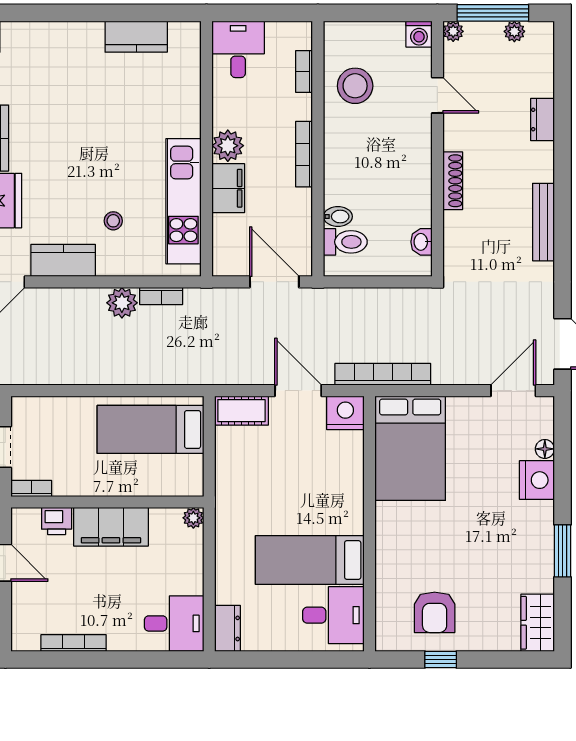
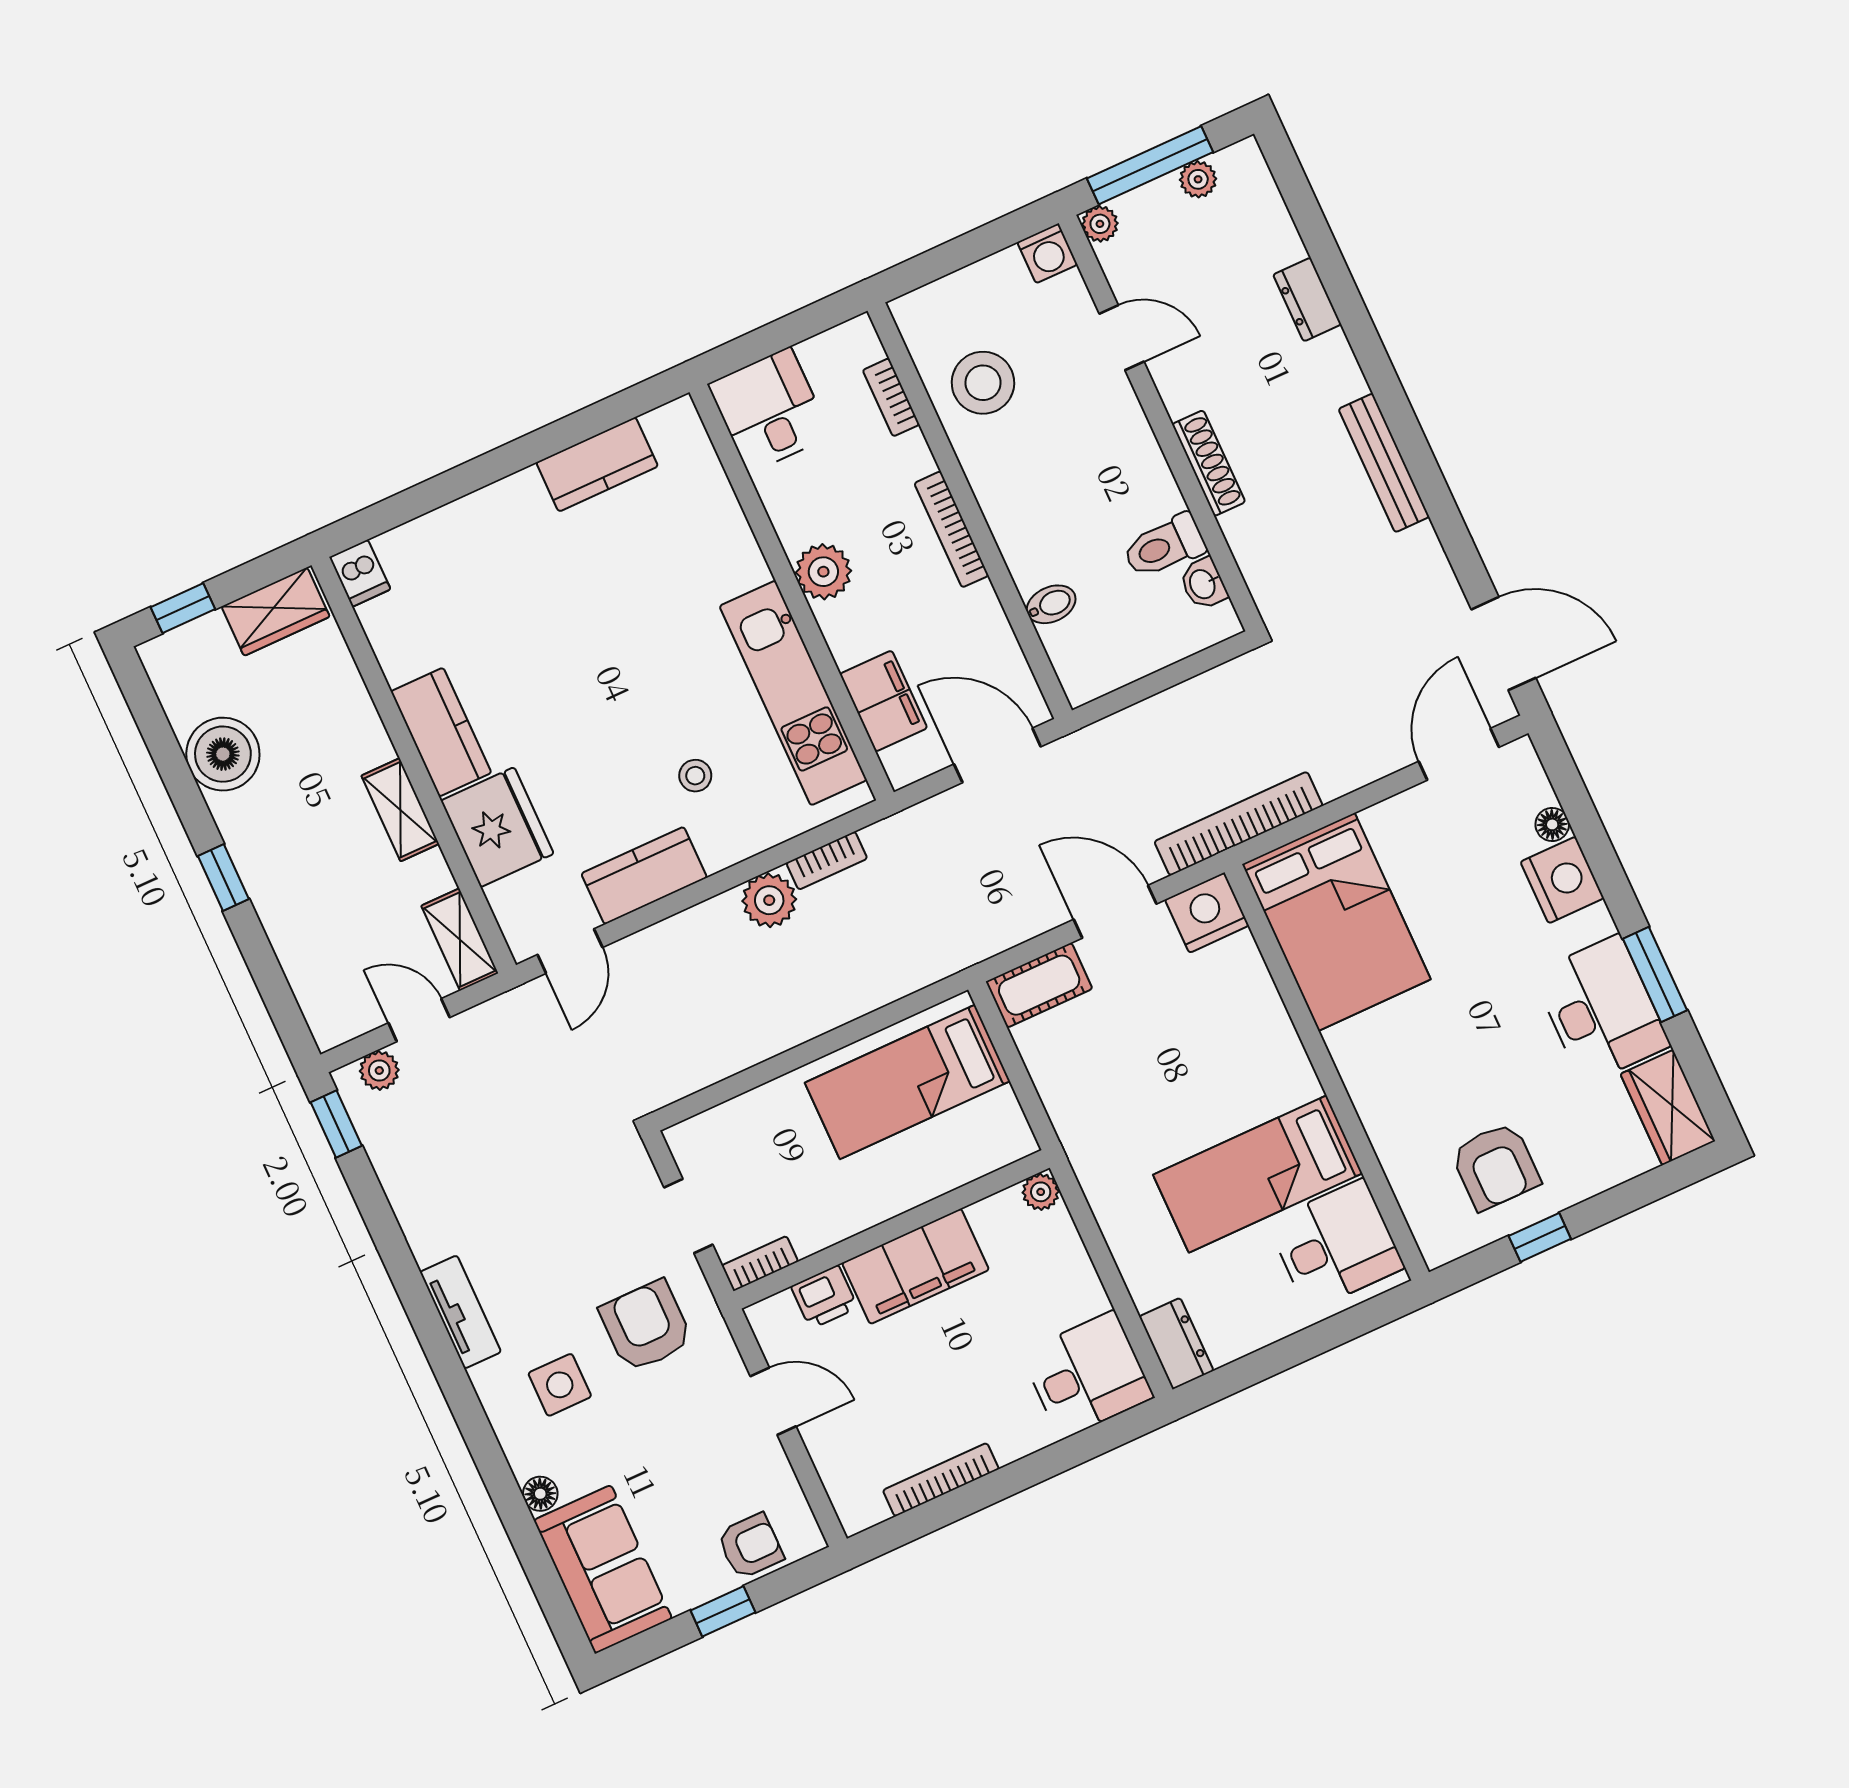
filing cabinet: (228, 188) -> (883, 701), moved
toilet: (345, 242) -> (1164, 546), moved, turned 180
desk: (526, 556) -> (1601, 1010), added

